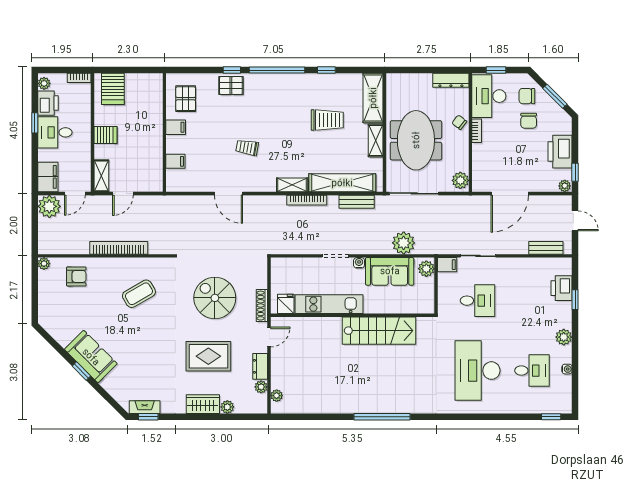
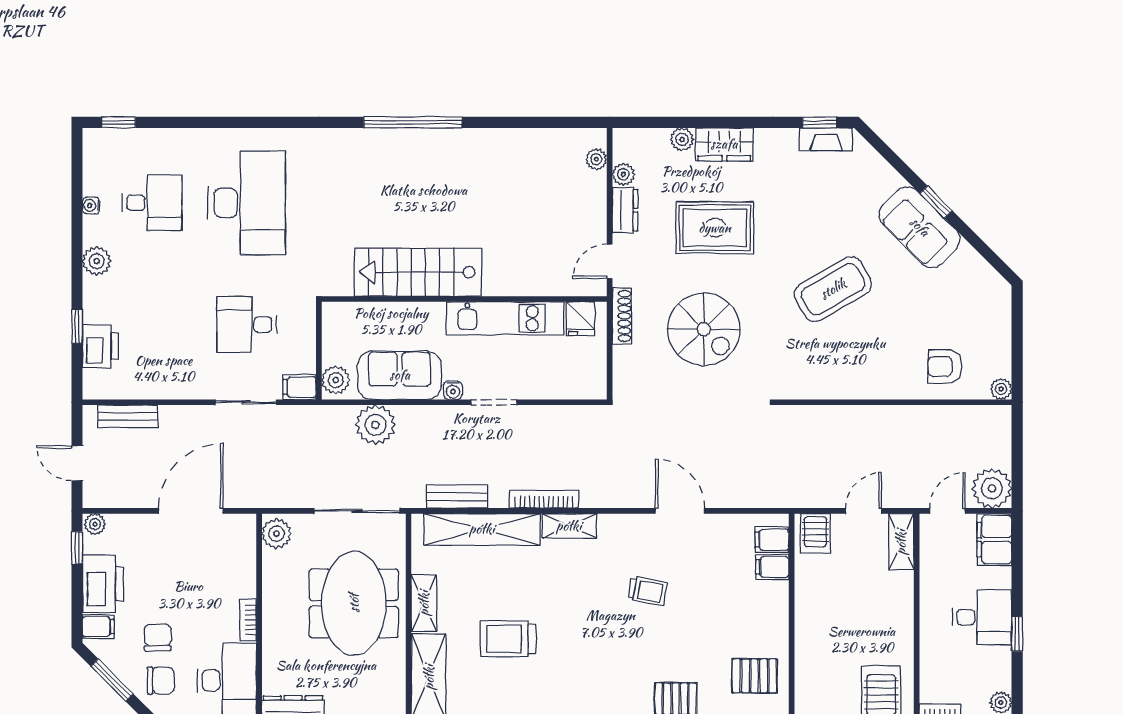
pallet: (186, 99) -> (755, 676), turned 90
printer: (48, 103) -> (994, 668), removed
chair: (459, 122) -> (278, 635), removed
filing cabinet: (176, 127) -> (772, 540), moved
filing cabinet: (563, 127) -> (98, 627), added
server rack: (105, 135) -> (815, 533), moved, turned -90
bookcase: (119, 248) -> (871, 416), removed
coffee table: (139, 294) -> (833, 289), moved, width x1.36, depth x1.32
desk: (532, 371) -> (152, 203), turned 180

